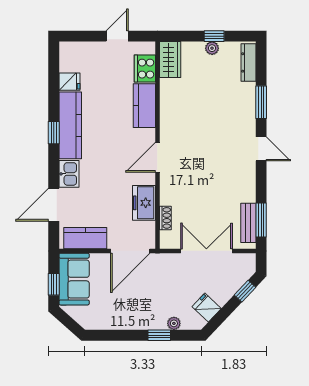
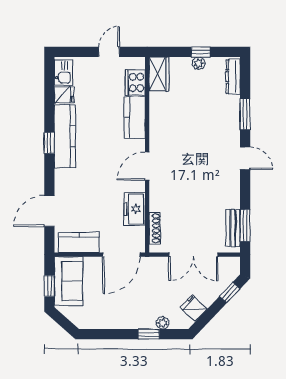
kitchen sink: (69, 174) -> (64, 72), moved
shoe rack: (165, 218) -> (155, 228), width x1.43
double door: (206, 251) -> (193, 255), swing flipped

